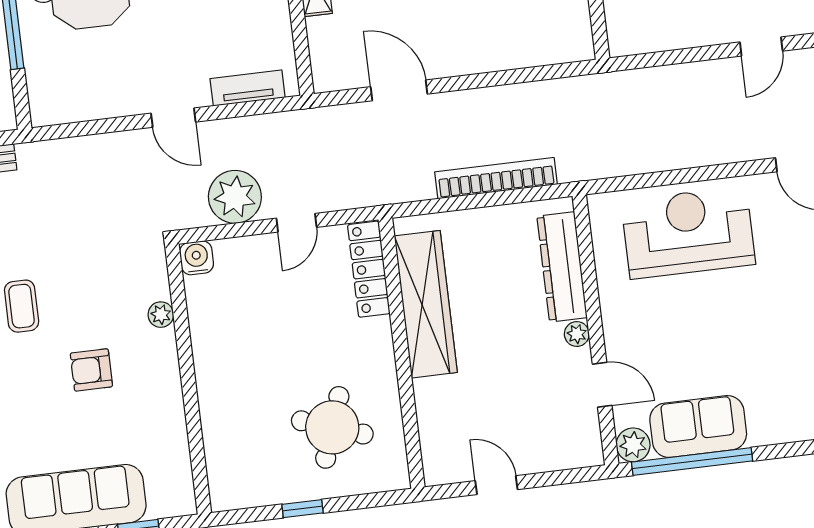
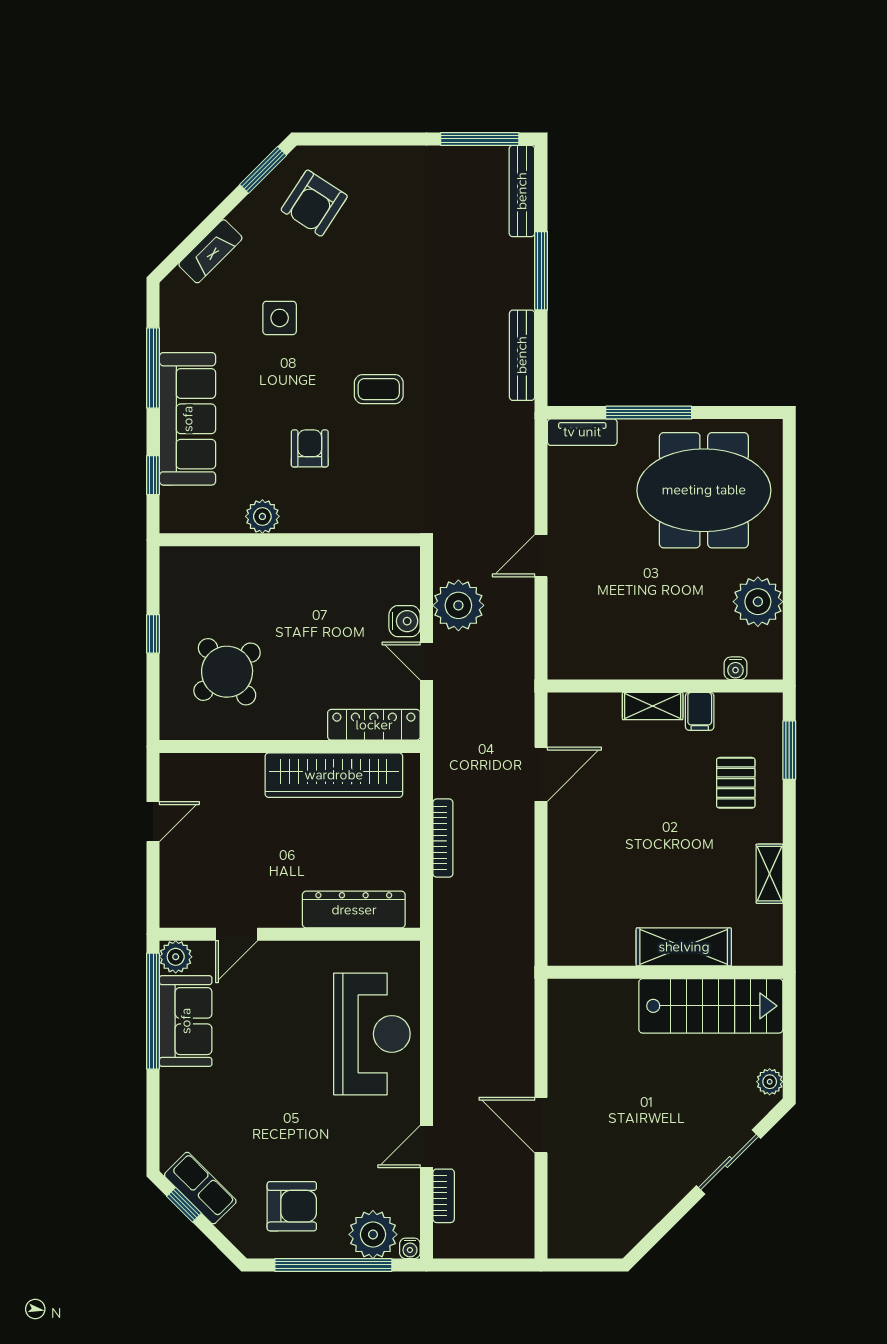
door: (761, 47) -> (541, 1125), width x1.38
tv unit: (248, 88) -> (582, 432), moved, turned 90
bookcase: (496, 178) -> (443, 838), width x0.68, depth x0.76
water cooler: (197, 258) -> (405, 621), moved
plant: (161, 315) -> (262, 516), moved, width x1.38, depth x1.38
plant: (577, 334) -> (288, 916), removed
round table: (332, 427) -> (227, 672), turned 32

